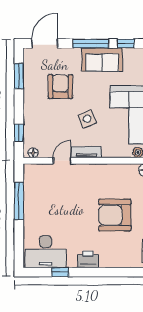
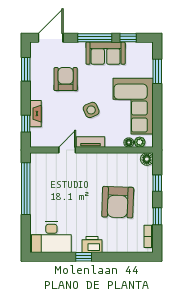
fireplace: (29, 123) -> (36, 114), added
floor lamp: (33, 153) -> (129, 142), moved
window: (19, 201) -> (26, 189), width x1.46
armchair: (115, 215) -> (118, 202), turned -88
window: (60, 272) -> (84, 257), moved

